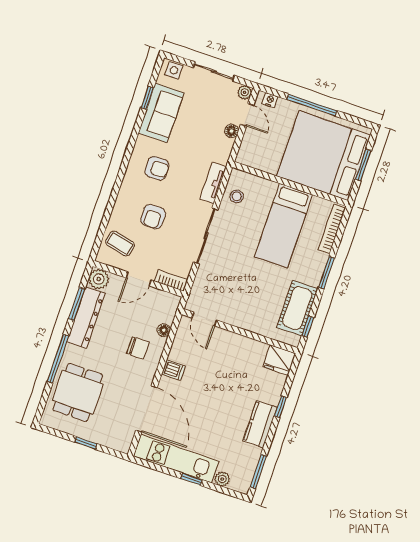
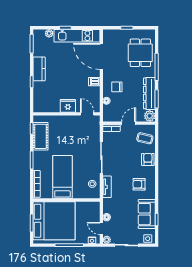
armchair: (153, 217) -> (148, 159), moved
fridge: (279, 360) -> (68, 106), moved

